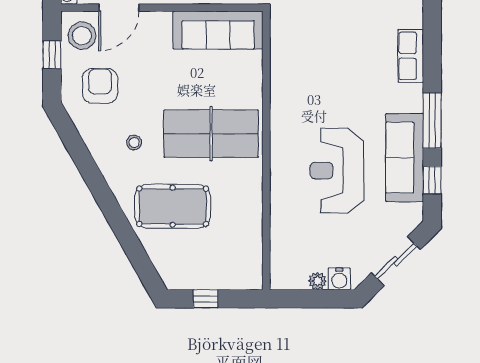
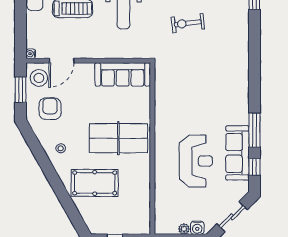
window: (52, 55) -> (20, 90), width x1.50
row of seats: (411, 56) -> (241, 90), removed
stool: (134, 143) -> (61, 148), moved
reception desk: (337, 171) -> (196, 161), turned 180

